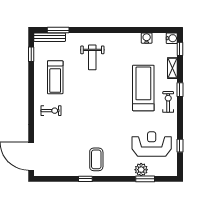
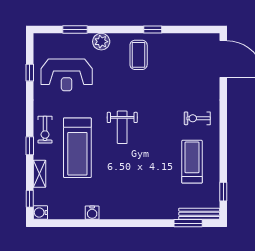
water cooler: (147, 38) -> (92, 213), moved
weight bench: (92, 57) -> (122, 127), moved, turned 180
plant: (141, 170) -> (101, 42), moved

